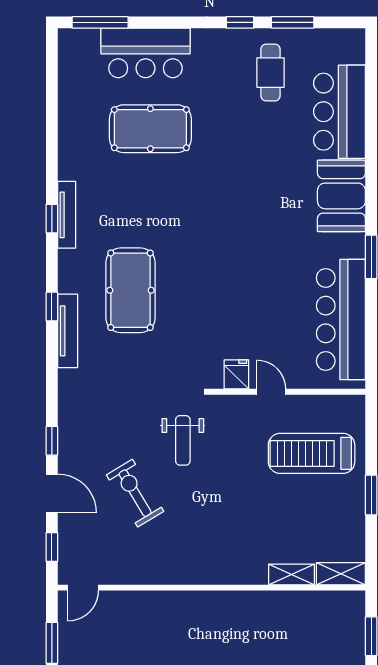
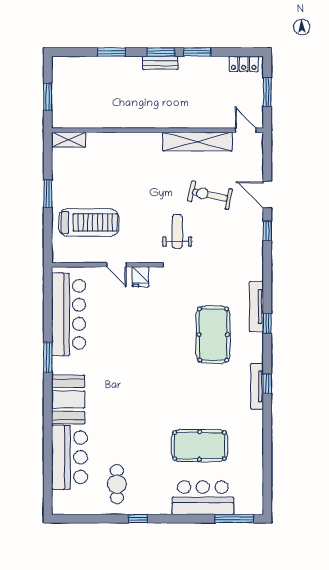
window: (293, 22) -> (102, 519), removed
exercise bike: (135, 493) -> (210, 195), turned 133
window: (52, 547) -> (267, 158), removed
shelving: (292, 575) -> (197, 142), moved, width x2.20, depth x1.33
door: (83, 588) -> (246, 130), hinge flipped

